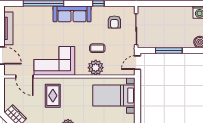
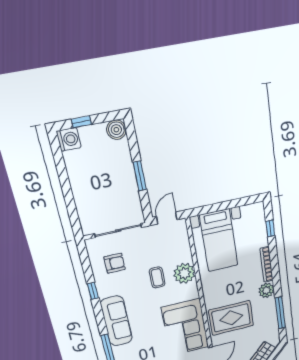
window: (169, 51) -> (140, 176), width x0.69
door: (137, 63) -> (167, 218), swing flipped
rug: (53, 96) -> (231, 318), width x1.36, depth x1.43

